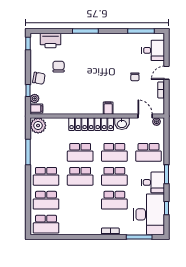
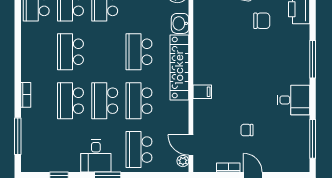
desk: (153, 50) -> (294, 100), moved, turned -90
door: (145, 116) -> (191, 145), swing flipped
washbasin: (122, 124) -> (180, 23), moved
school desk: (80, 176) -> (70, 52), moved
desk: (149, 214) -> (50, 150), removed

